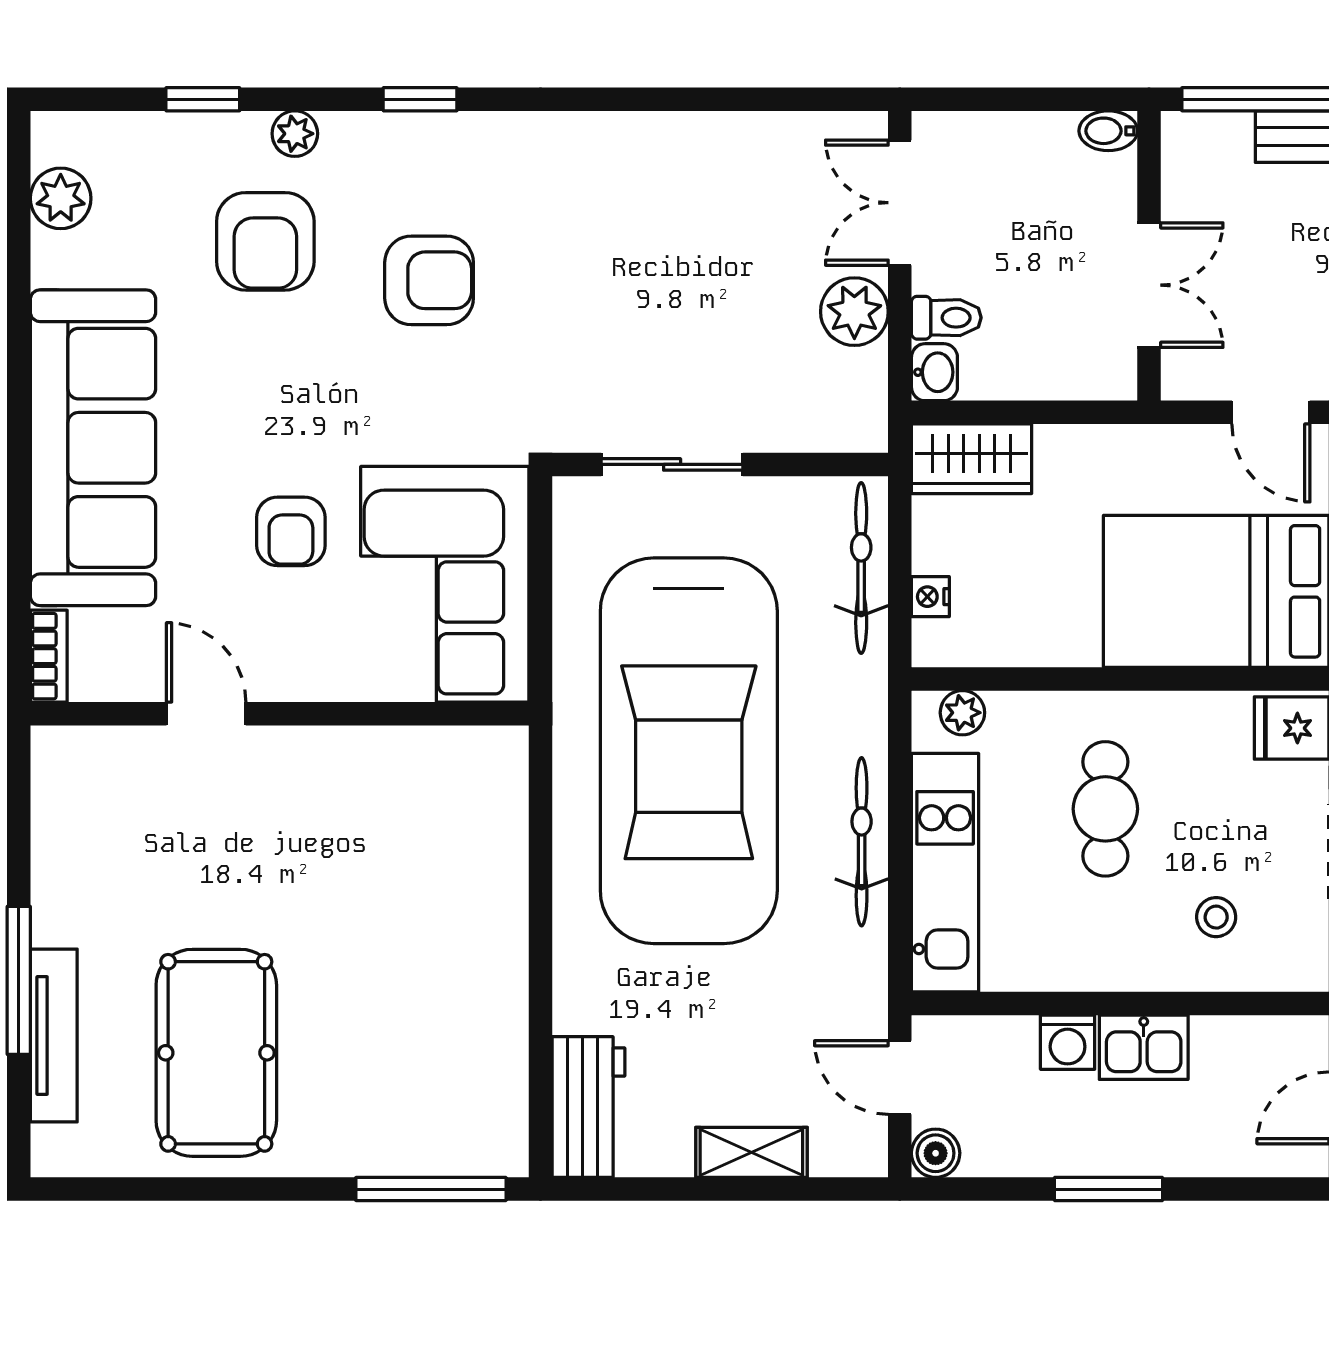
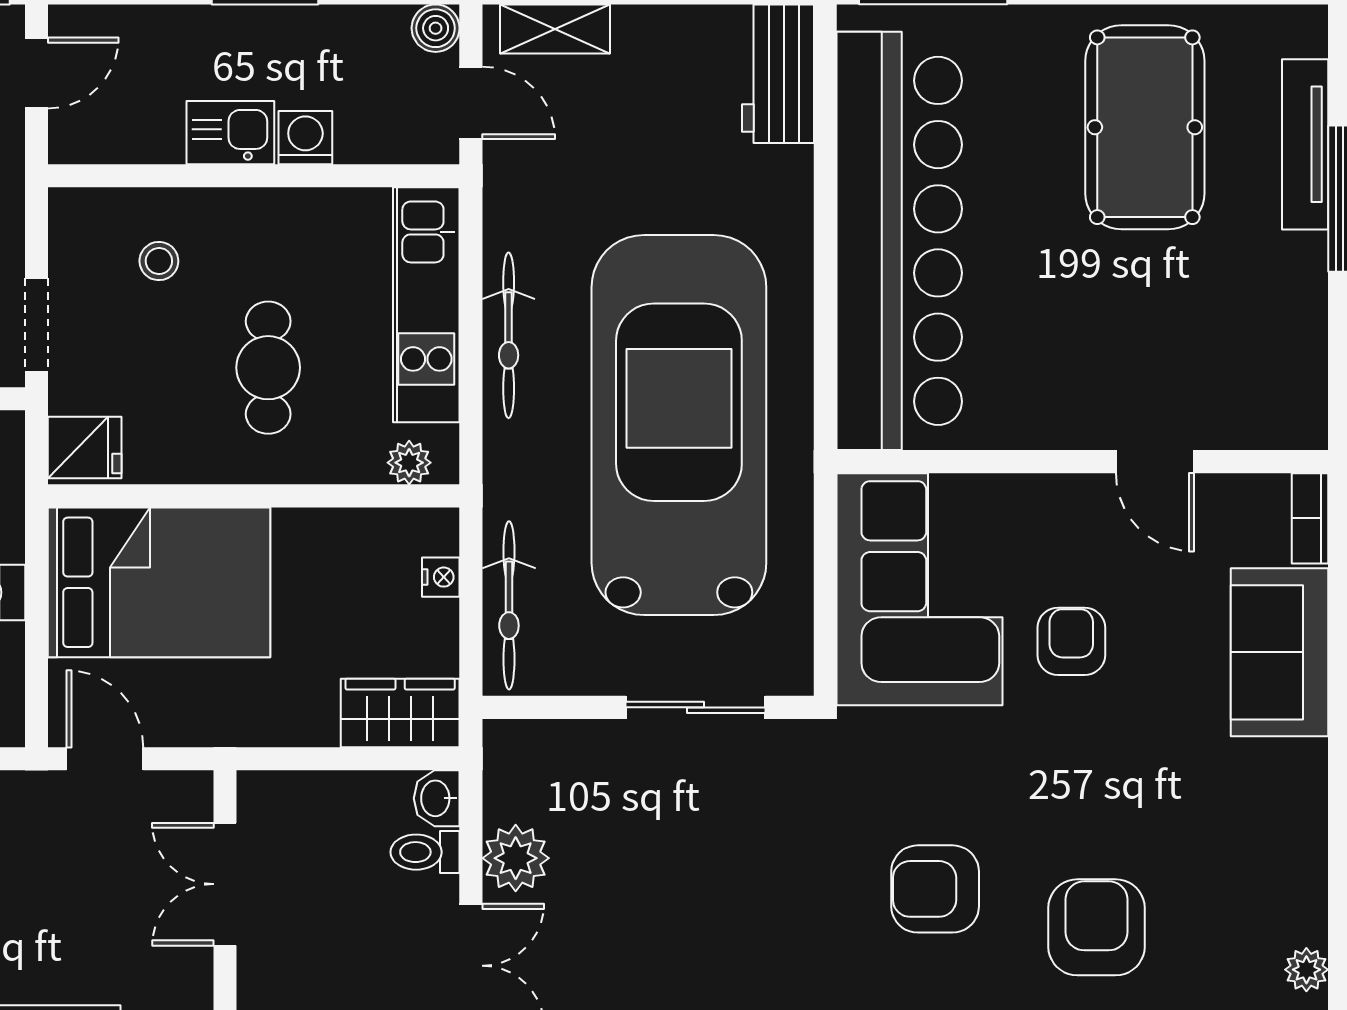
plant: (61, 198) -> (1306, 970), width x0.73, depth x0.73
sofa: (93, 448) -> (1280, 652), width x0.54, depth x0.79
bar counter: (465, 938) -> (899, 241), added
shelving: (751, 1152) -> (555, 29), moved

